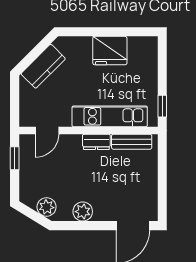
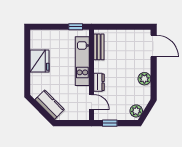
dresser: (96, 142) -> (99, 82), moved
plant: (47, 207) -> (136, 111), moved

